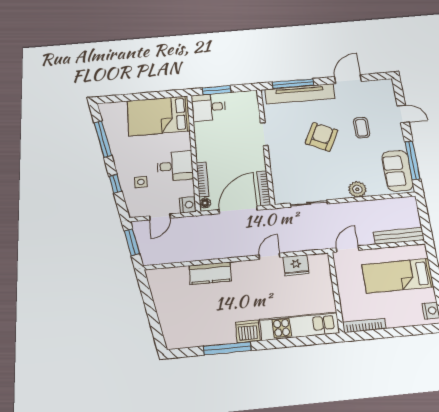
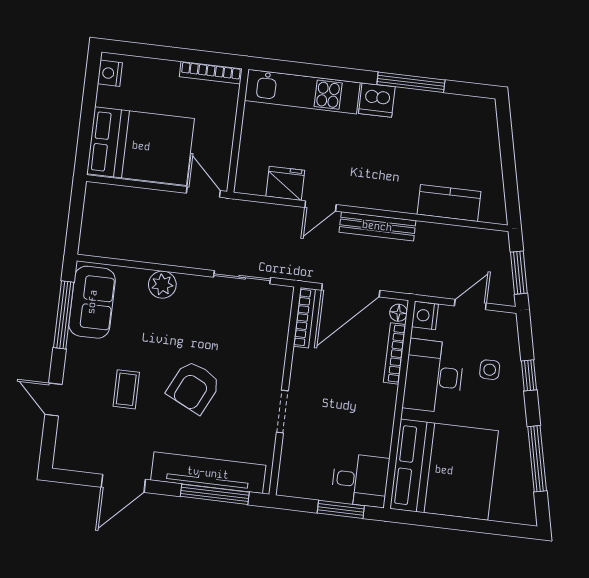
bed: (159, 116) -> (444, 470), width x1.36
desk: (175, 166) -> (434, 376), width x1.37
bench: (399, 236) -> (377, 226), moved
door: (347, 249) -> (203, 192), swing flipped
kitchen counter: (210, 273) -> (449, 203), moved
bed: (398, 276) -> (141, 146), width x1.50

